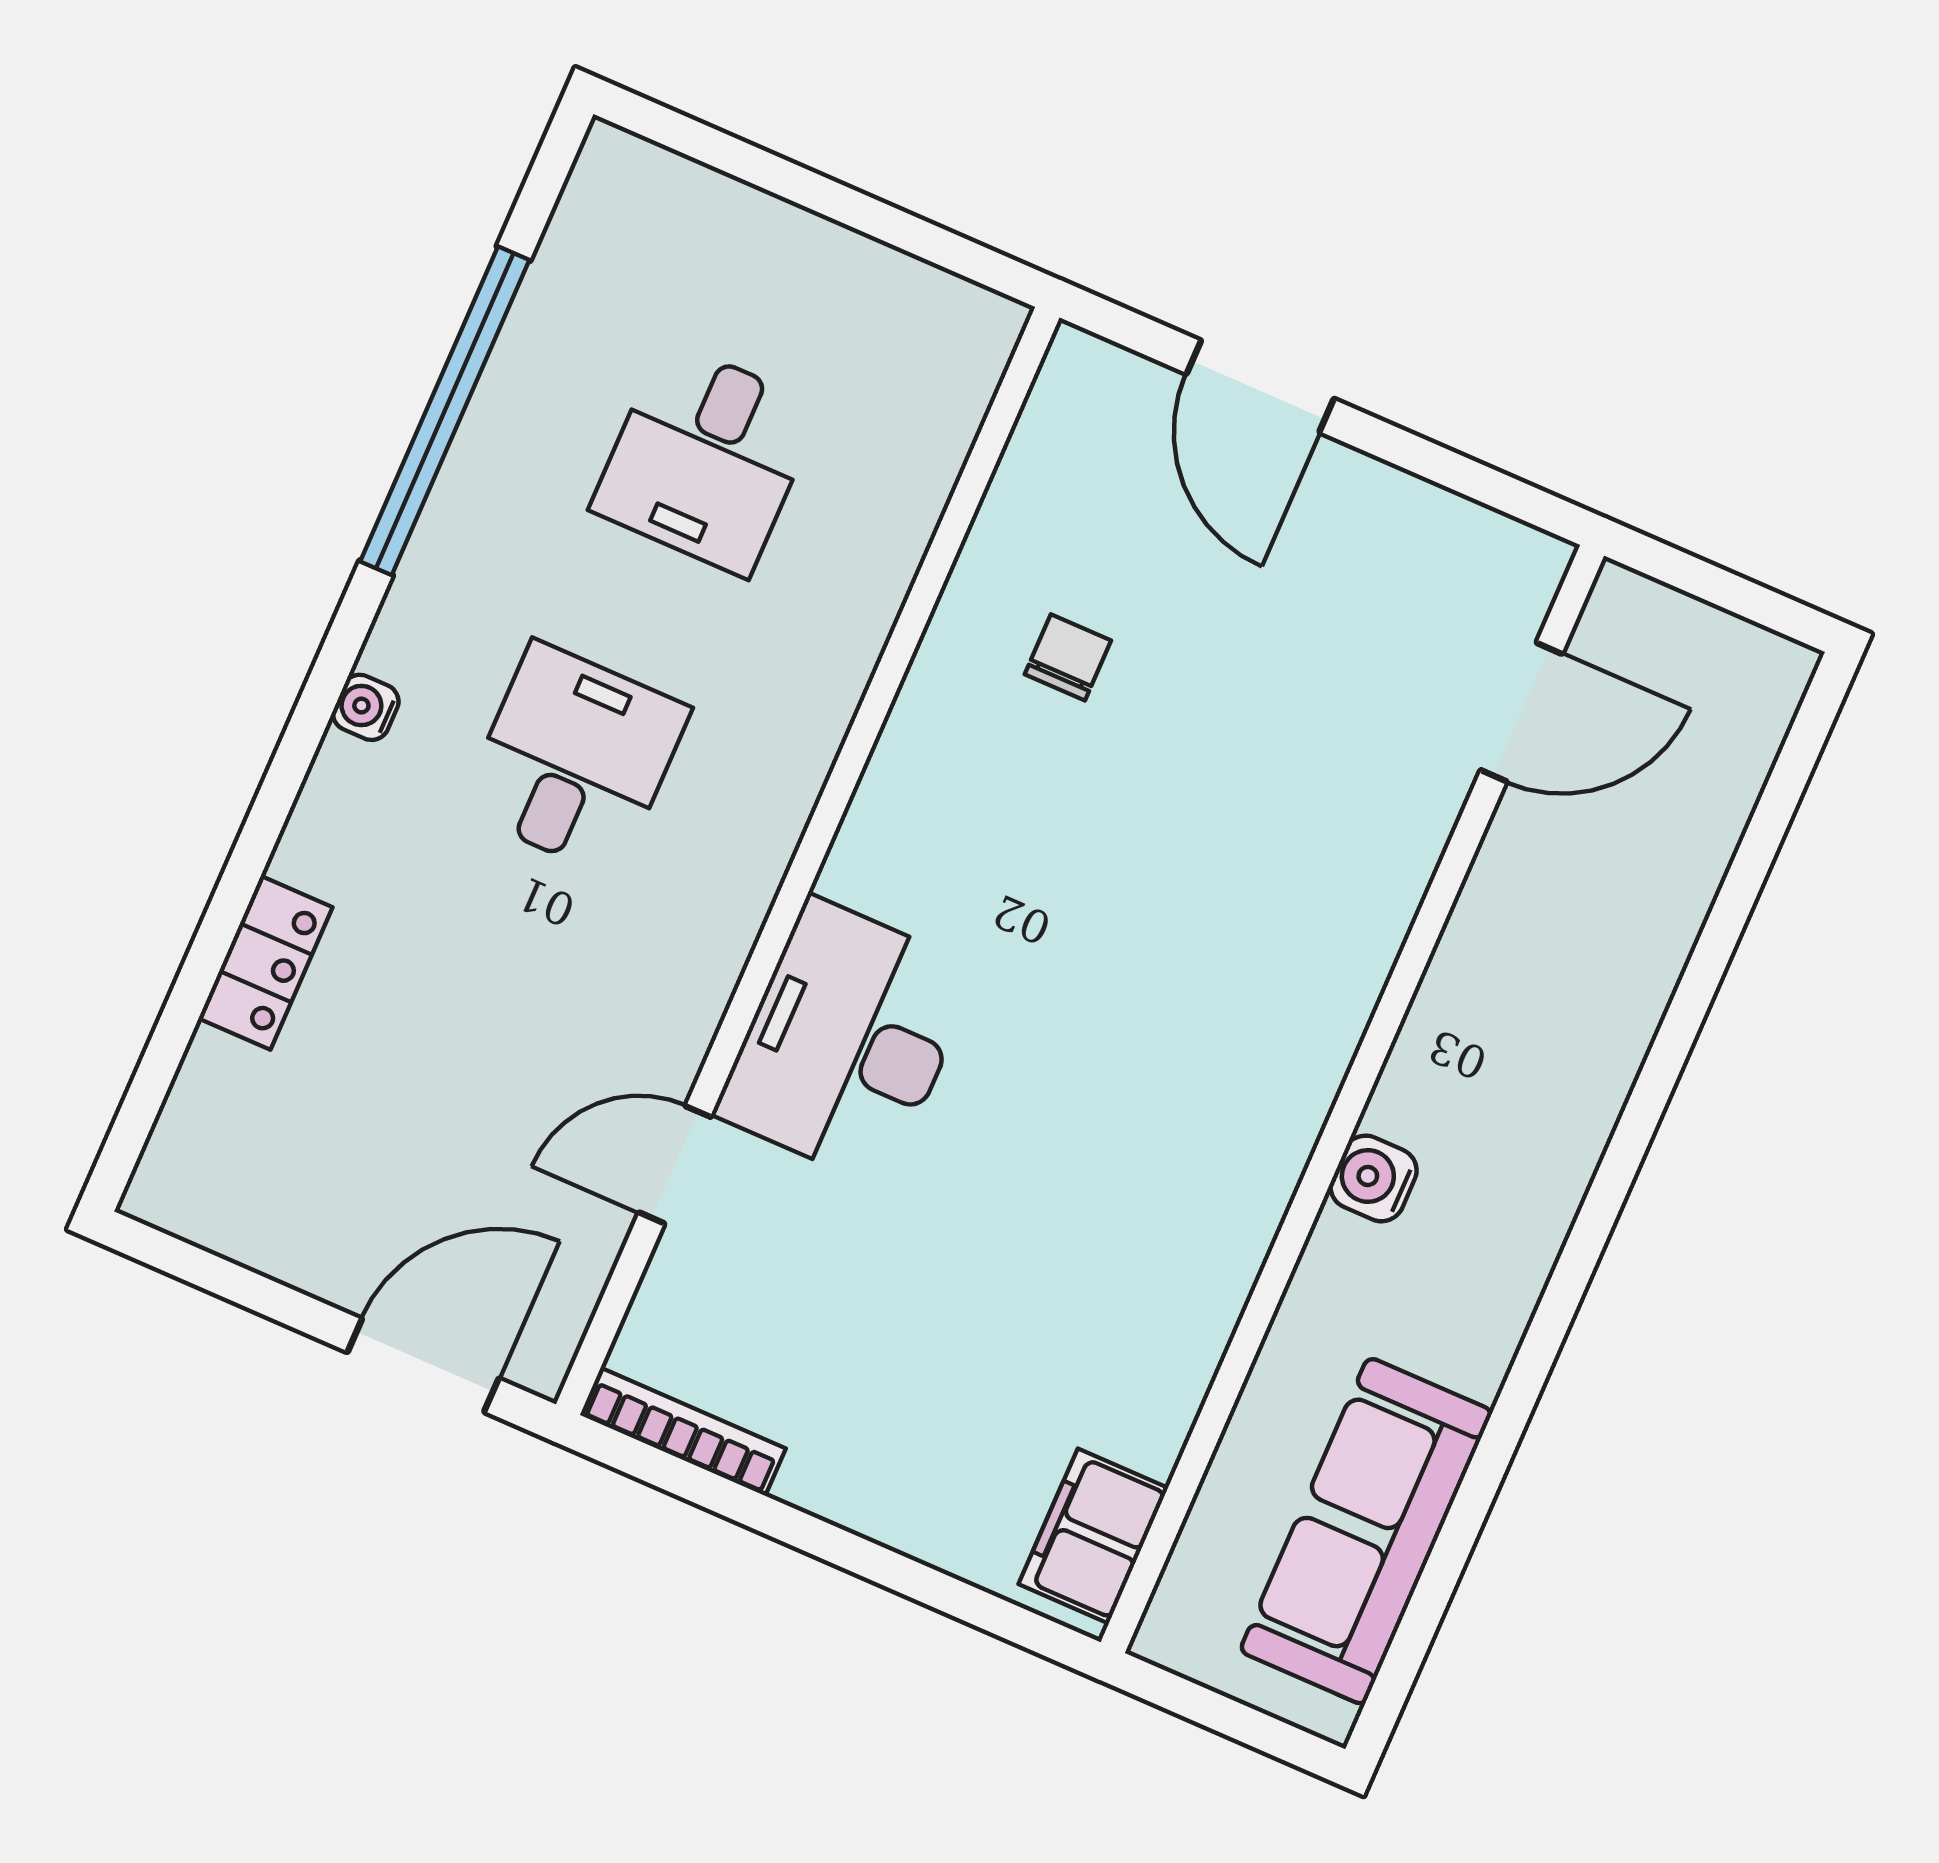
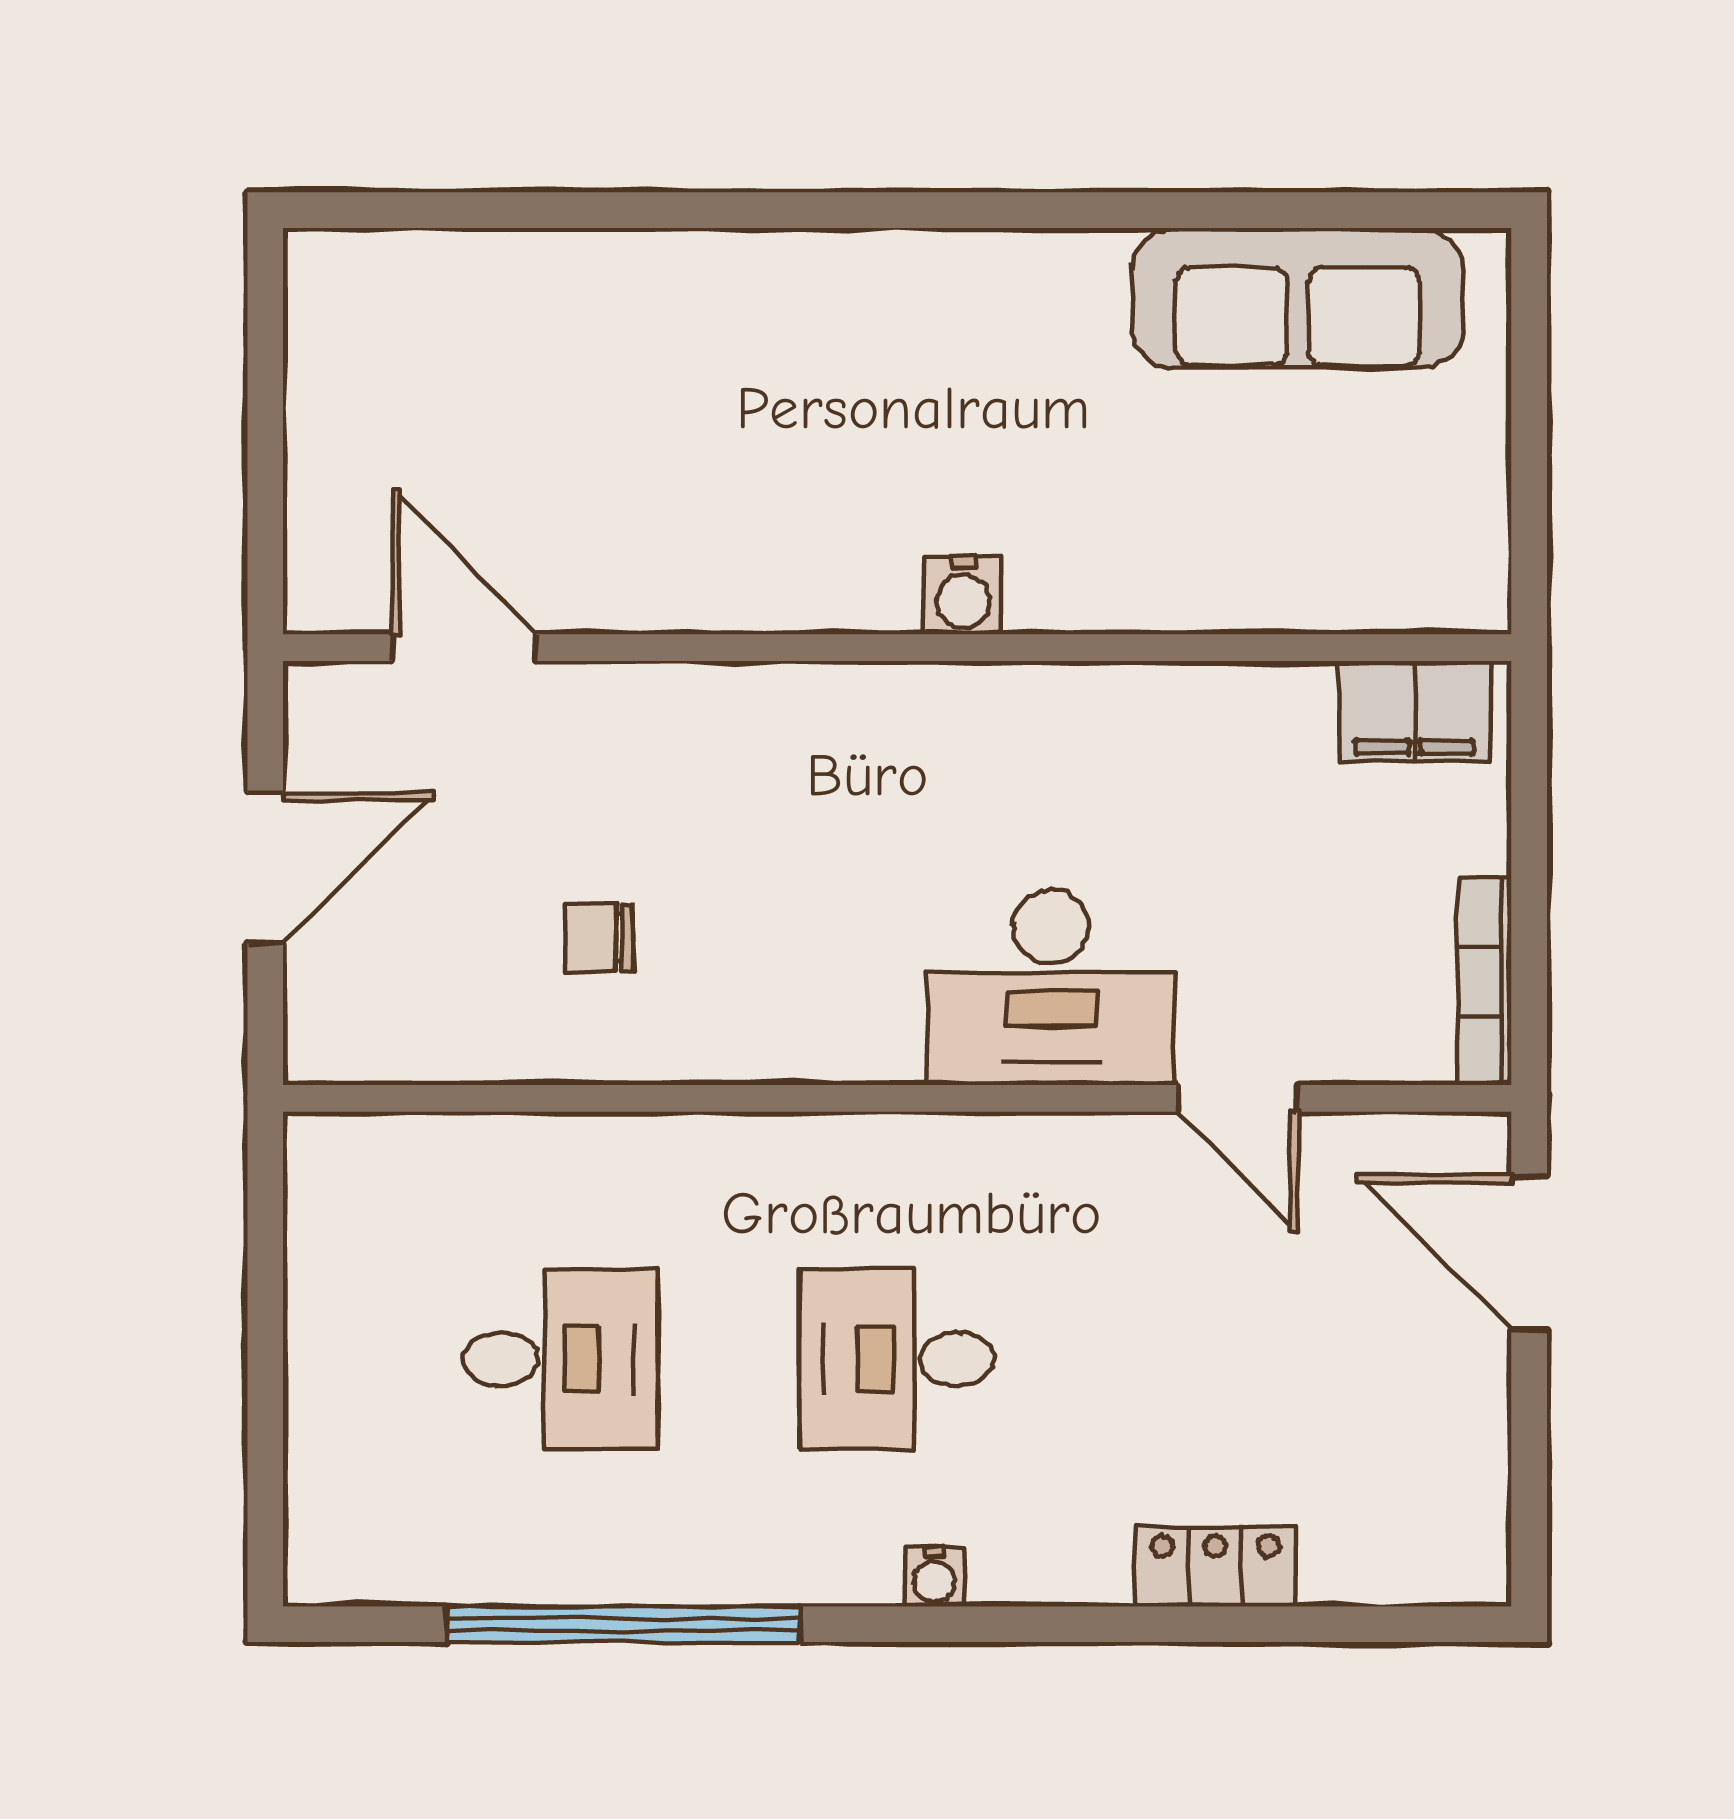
door: (1522, 712) -> (464, 648), moved
wall: (1352, 1099) -> (897, 648), moved
water cooler: (1373, 1178) -> (963, 595), moved
filing cabinet: (1093, 1536) -> (1414, 712), moved

